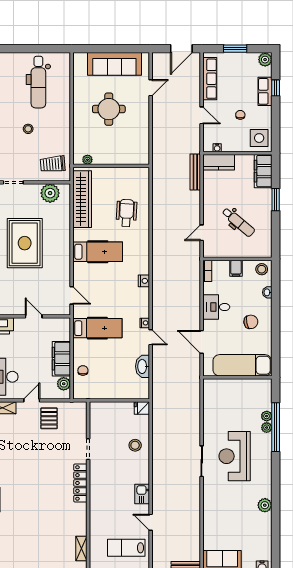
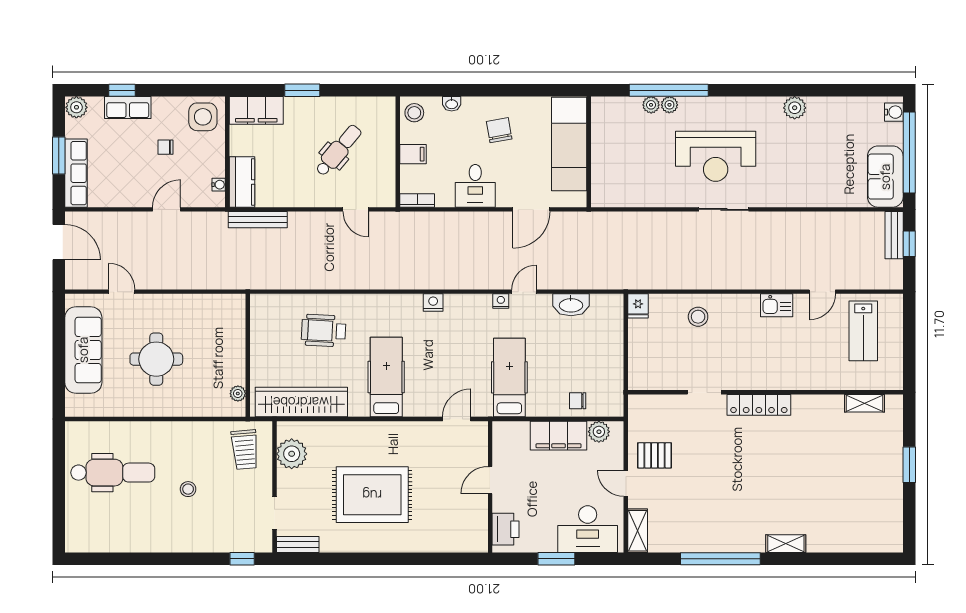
row of seats: (210, 79) -> (76, 173), moved, turned 90

